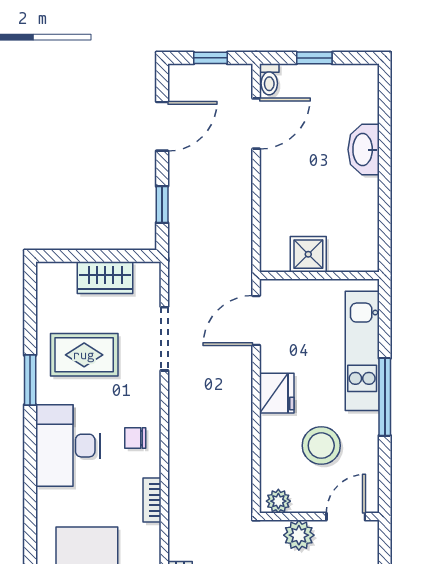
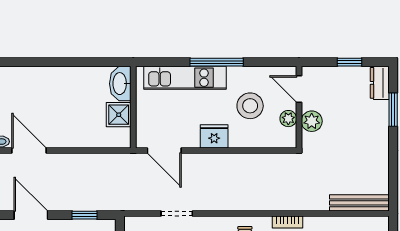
washbasin: (364, 150) -> (120, 84), moved, turned 90
doorway: (164, 339) -> (177, 214), width x0.73
plant: (278, 501) -> (288, 119), moved

